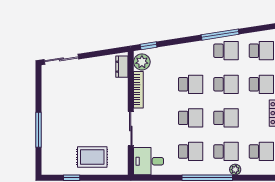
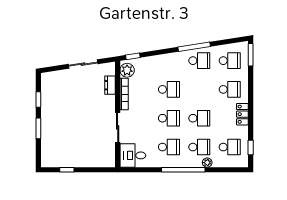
sliding door: (61, 59) -> (83, 64), moved
dresser: (122, 67) -> (110, 85), moved
school desk: (226, 84) -> (199, 89), removed
window: (38, 96) -> (38, 100), added
window: (38, 130) -> (38, 128), width x0.69
rug: (92, 157) -> (85, 152), removed

